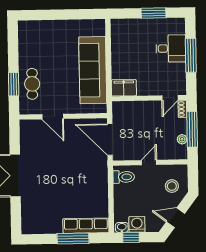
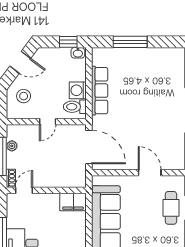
washing machine: (137, 224) -> (78, 90), moved, turned 90
row of seats: (86, 226) -> (100, 91), moved, turned -90

